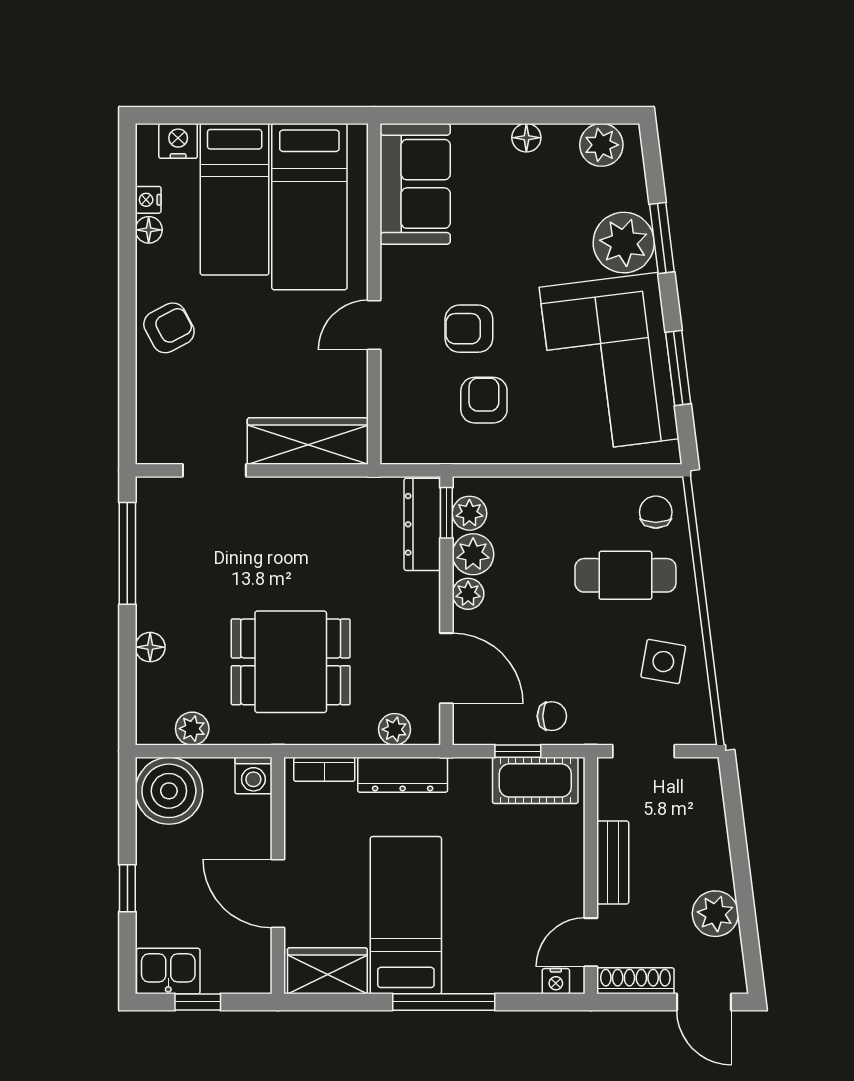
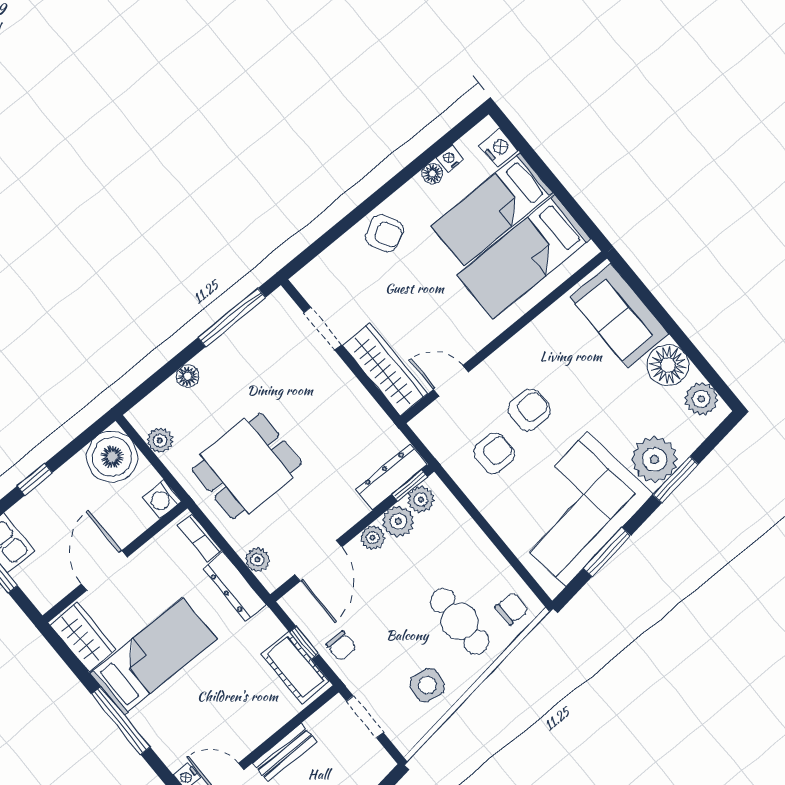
floor lamp: (526, 138) -> (668, 365), width x1.89, depth x1.89
sofa: (415, 184) -> (619, 315), moved, turned 90
door: (374, 325) -> (451, 381), moved
armchair: (469, 329) -> (529, 410), turned 90
dining table: (291, 662) -> (247, 466), turned 90

